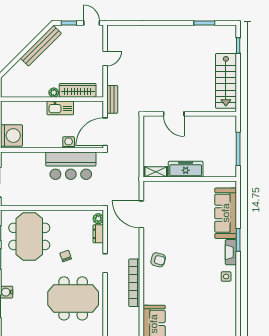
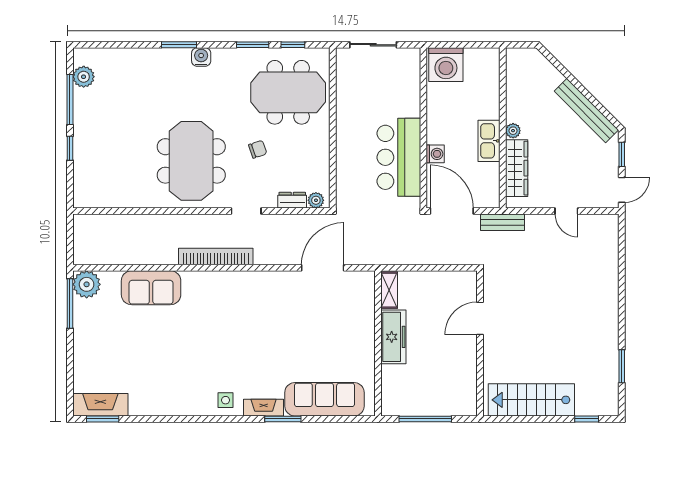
armchair: (158, 260) -> (252, 294), removed

